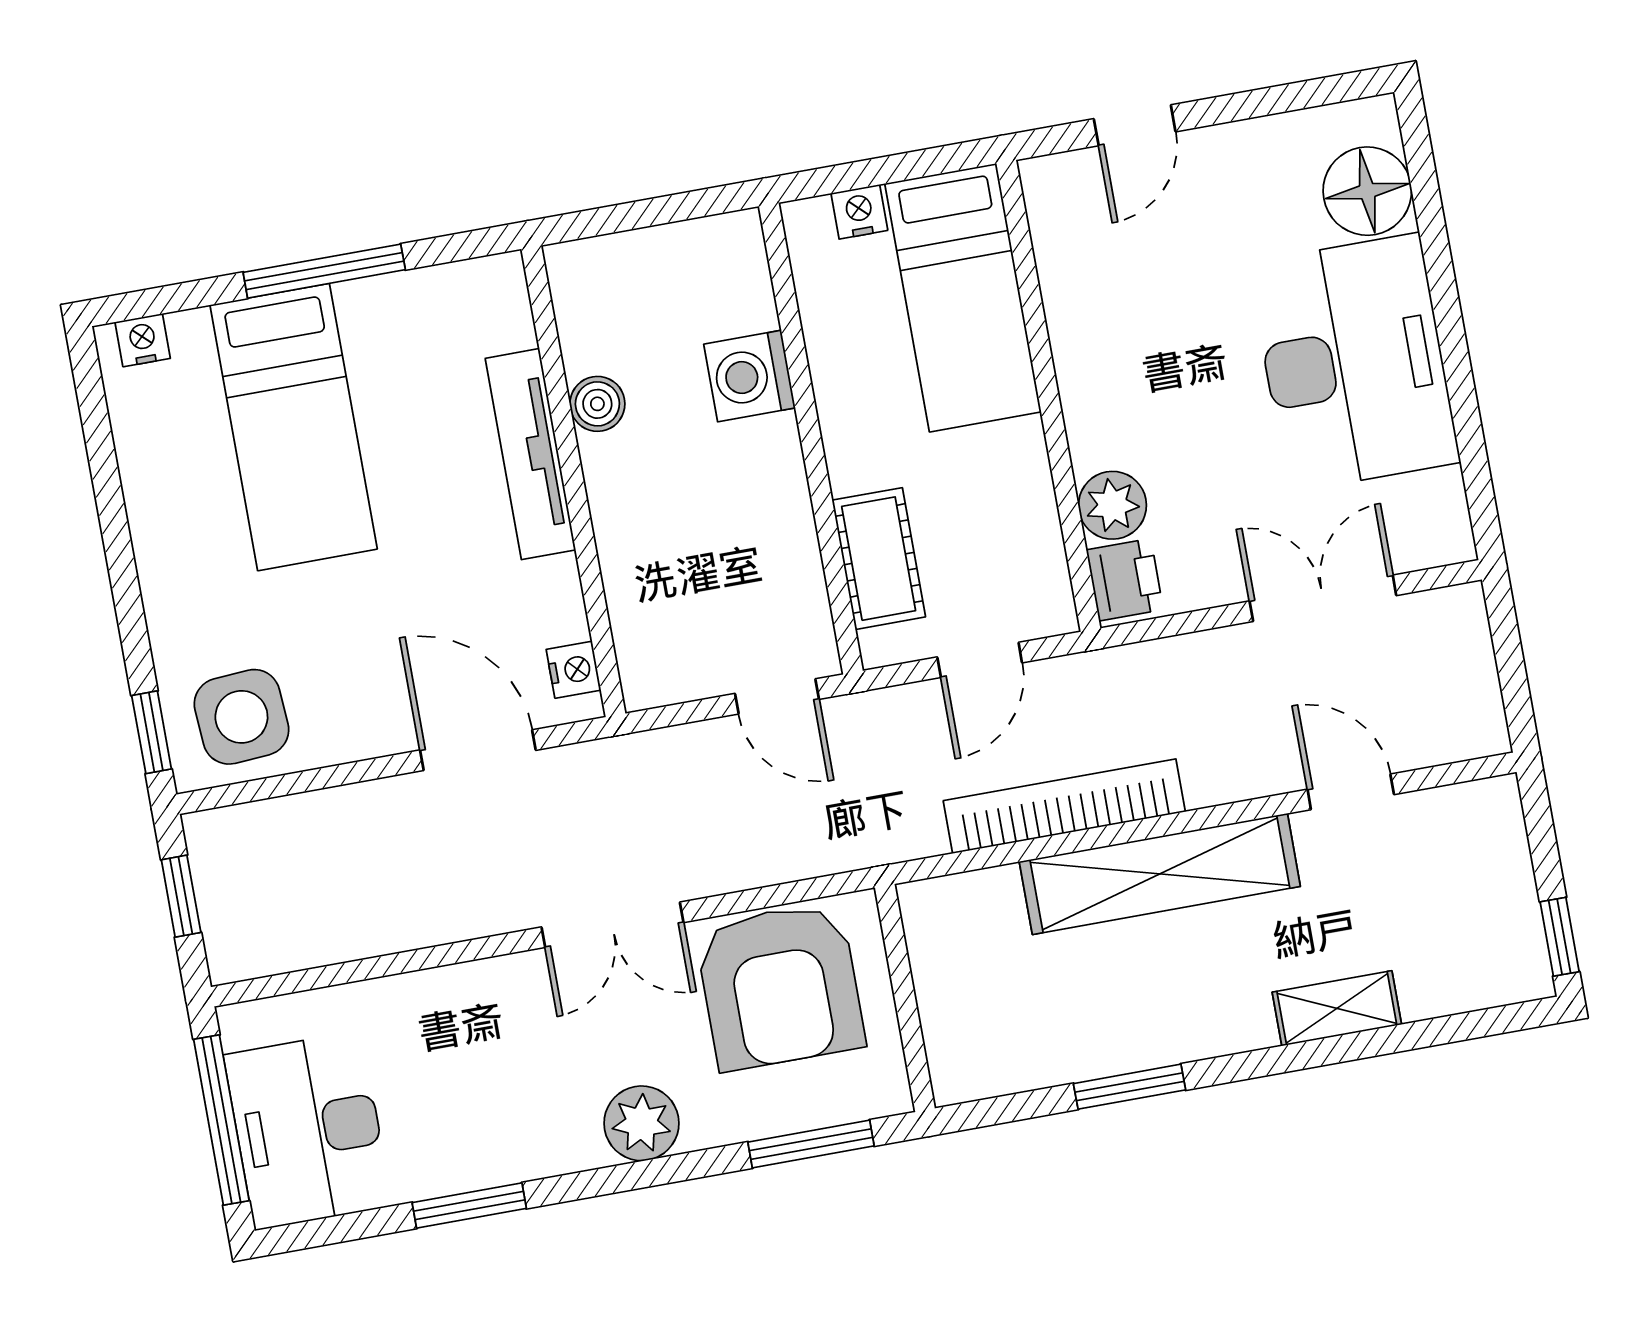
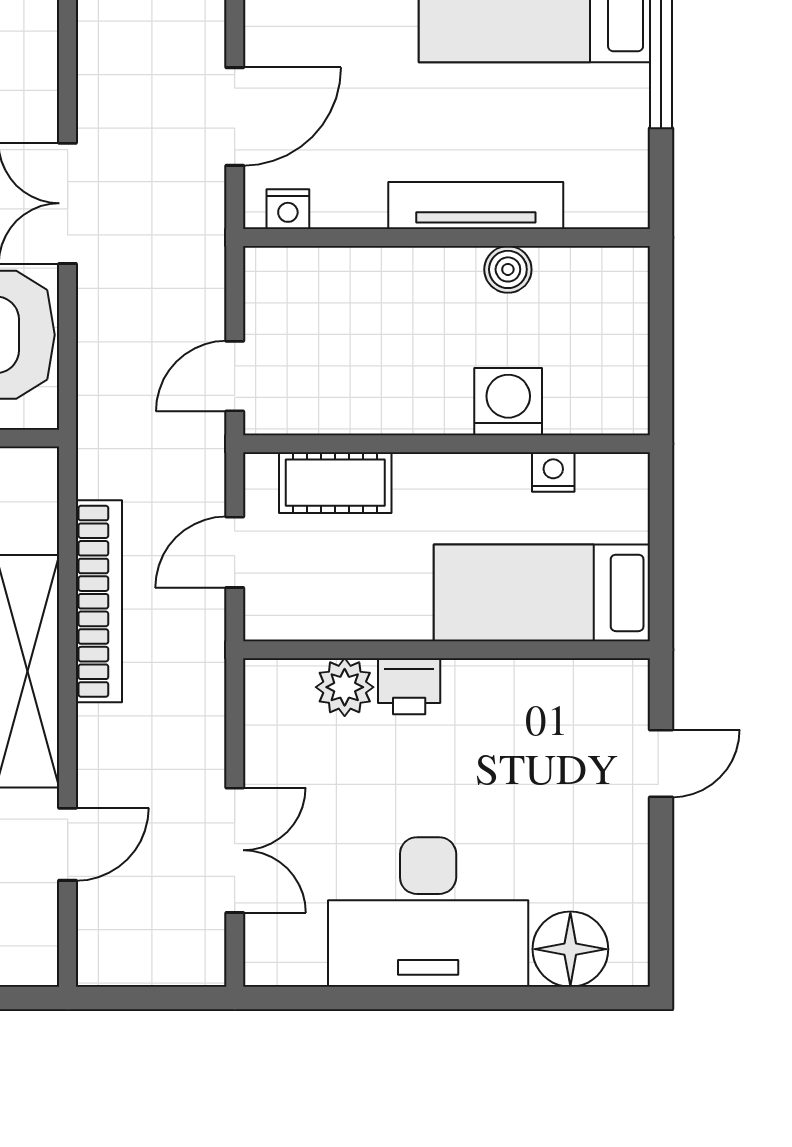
door: (1135, 125) -> (661, 763), swing flipped
nightstand: (859, 212) -> (553, 472), moved, turned -90
printer: (1125, 580) -> (409, 686), moved
door: (980, 660) -> (235, 552), hinge flipped

